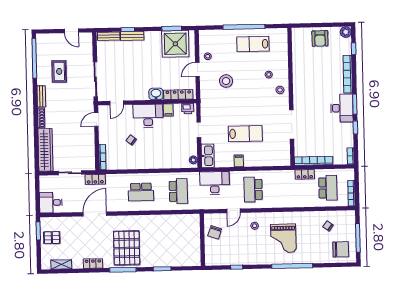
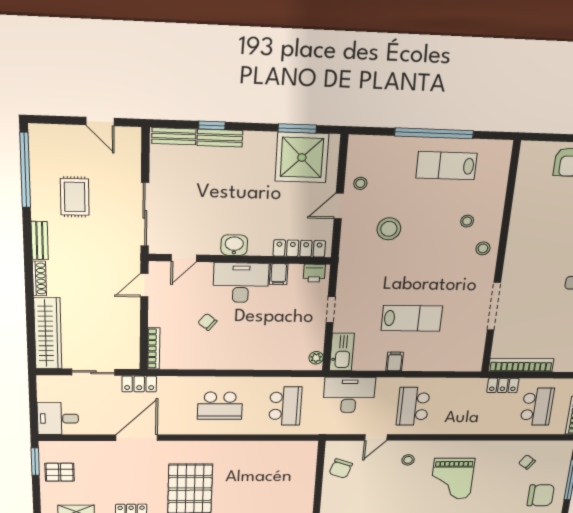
washbasin: (156, 94) -> (234, 245), moved

